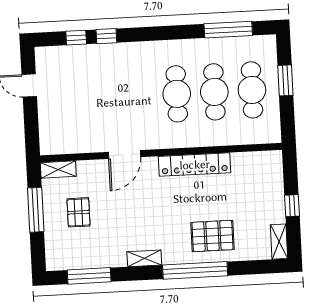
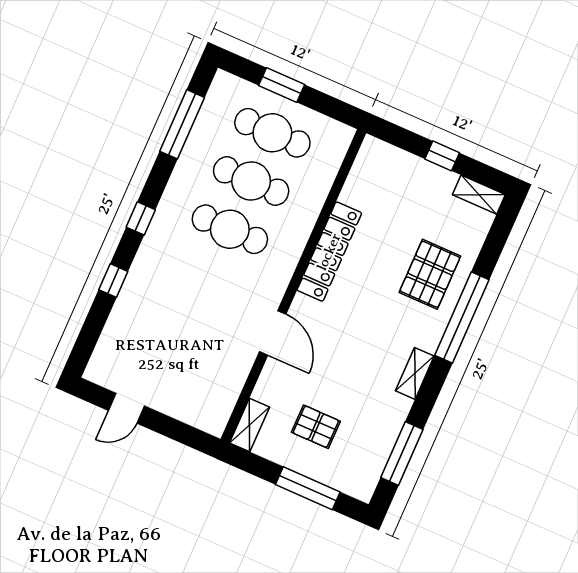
window: (76, 38) -> (141, 218), moved
window: (36, 210) -> (308, 488), moved

